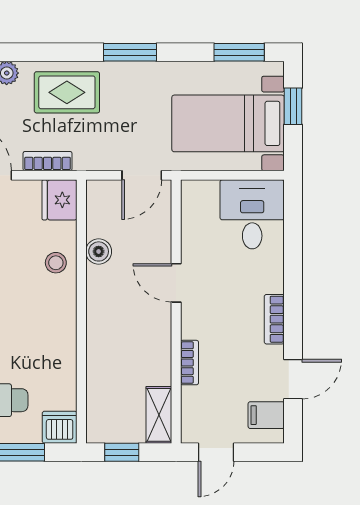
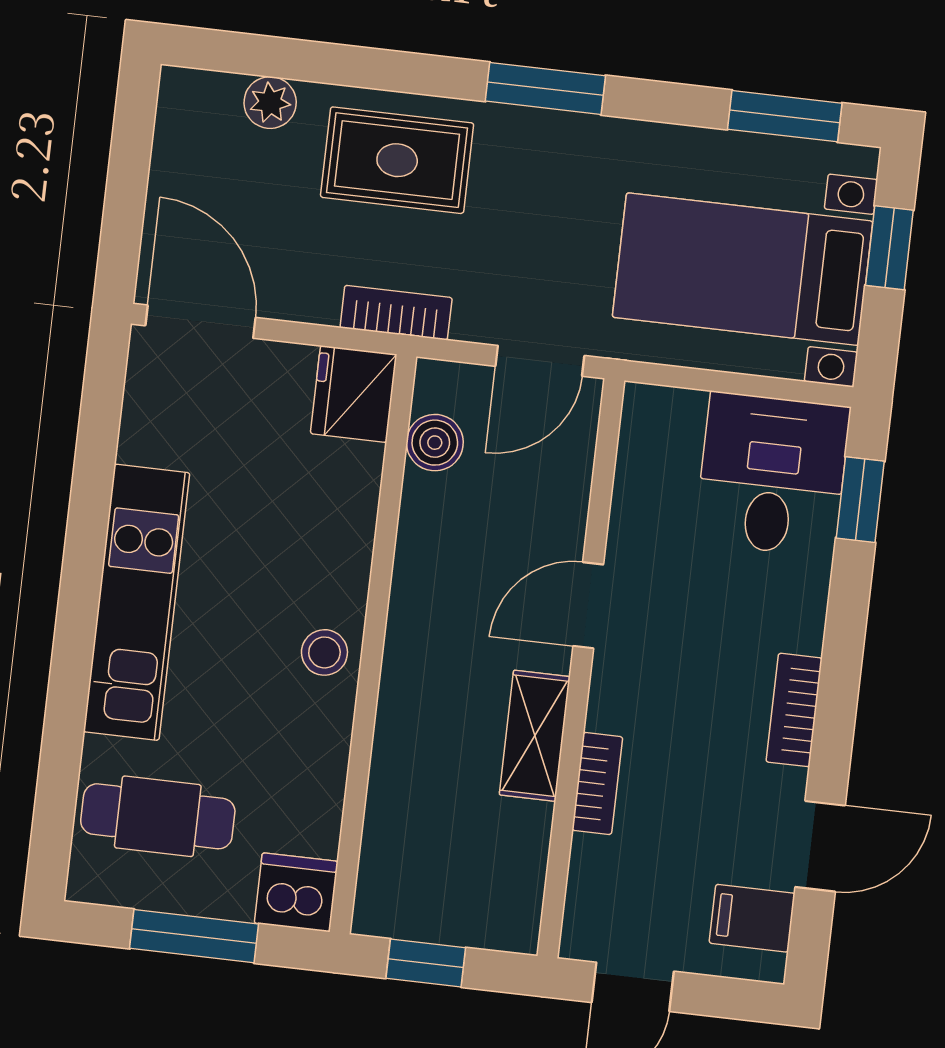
bookcase: (48, 161) -> (396, 313), moved
window: (293, 221) -> (860, 500), added
boiler: (99, 251) -> (435, 443), moved
stool: (56, 263) -> (324, 652), moved
door: (176, 283) -> (588, 605), hinge flipped
shelving: (159, 415) -> (535, 736), moved

